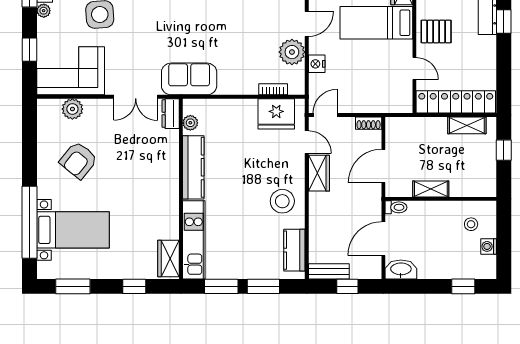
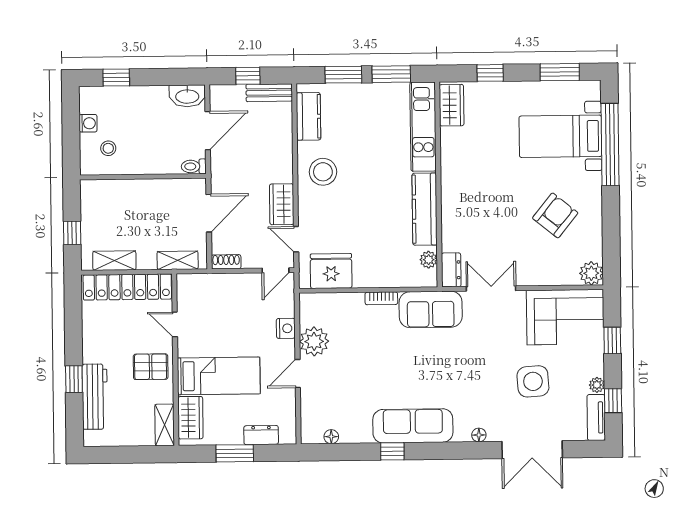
bookcase: (273, 89) -> (381, 298), moved
plant: (72, 109) -> (591, 273), moved
shelving: (431, 189) -> (178, 260), moved

